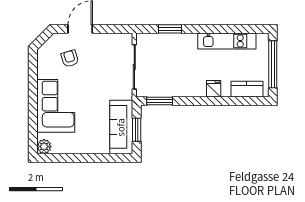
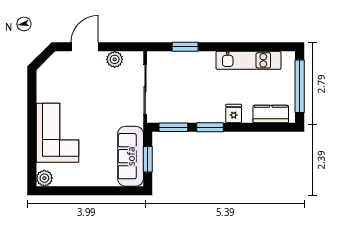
plant: (107, 40) -> (115, 59), added
armchair: (70, 59) -> (73, 80), removed
window: (192, 101) -> (210, 127), added

